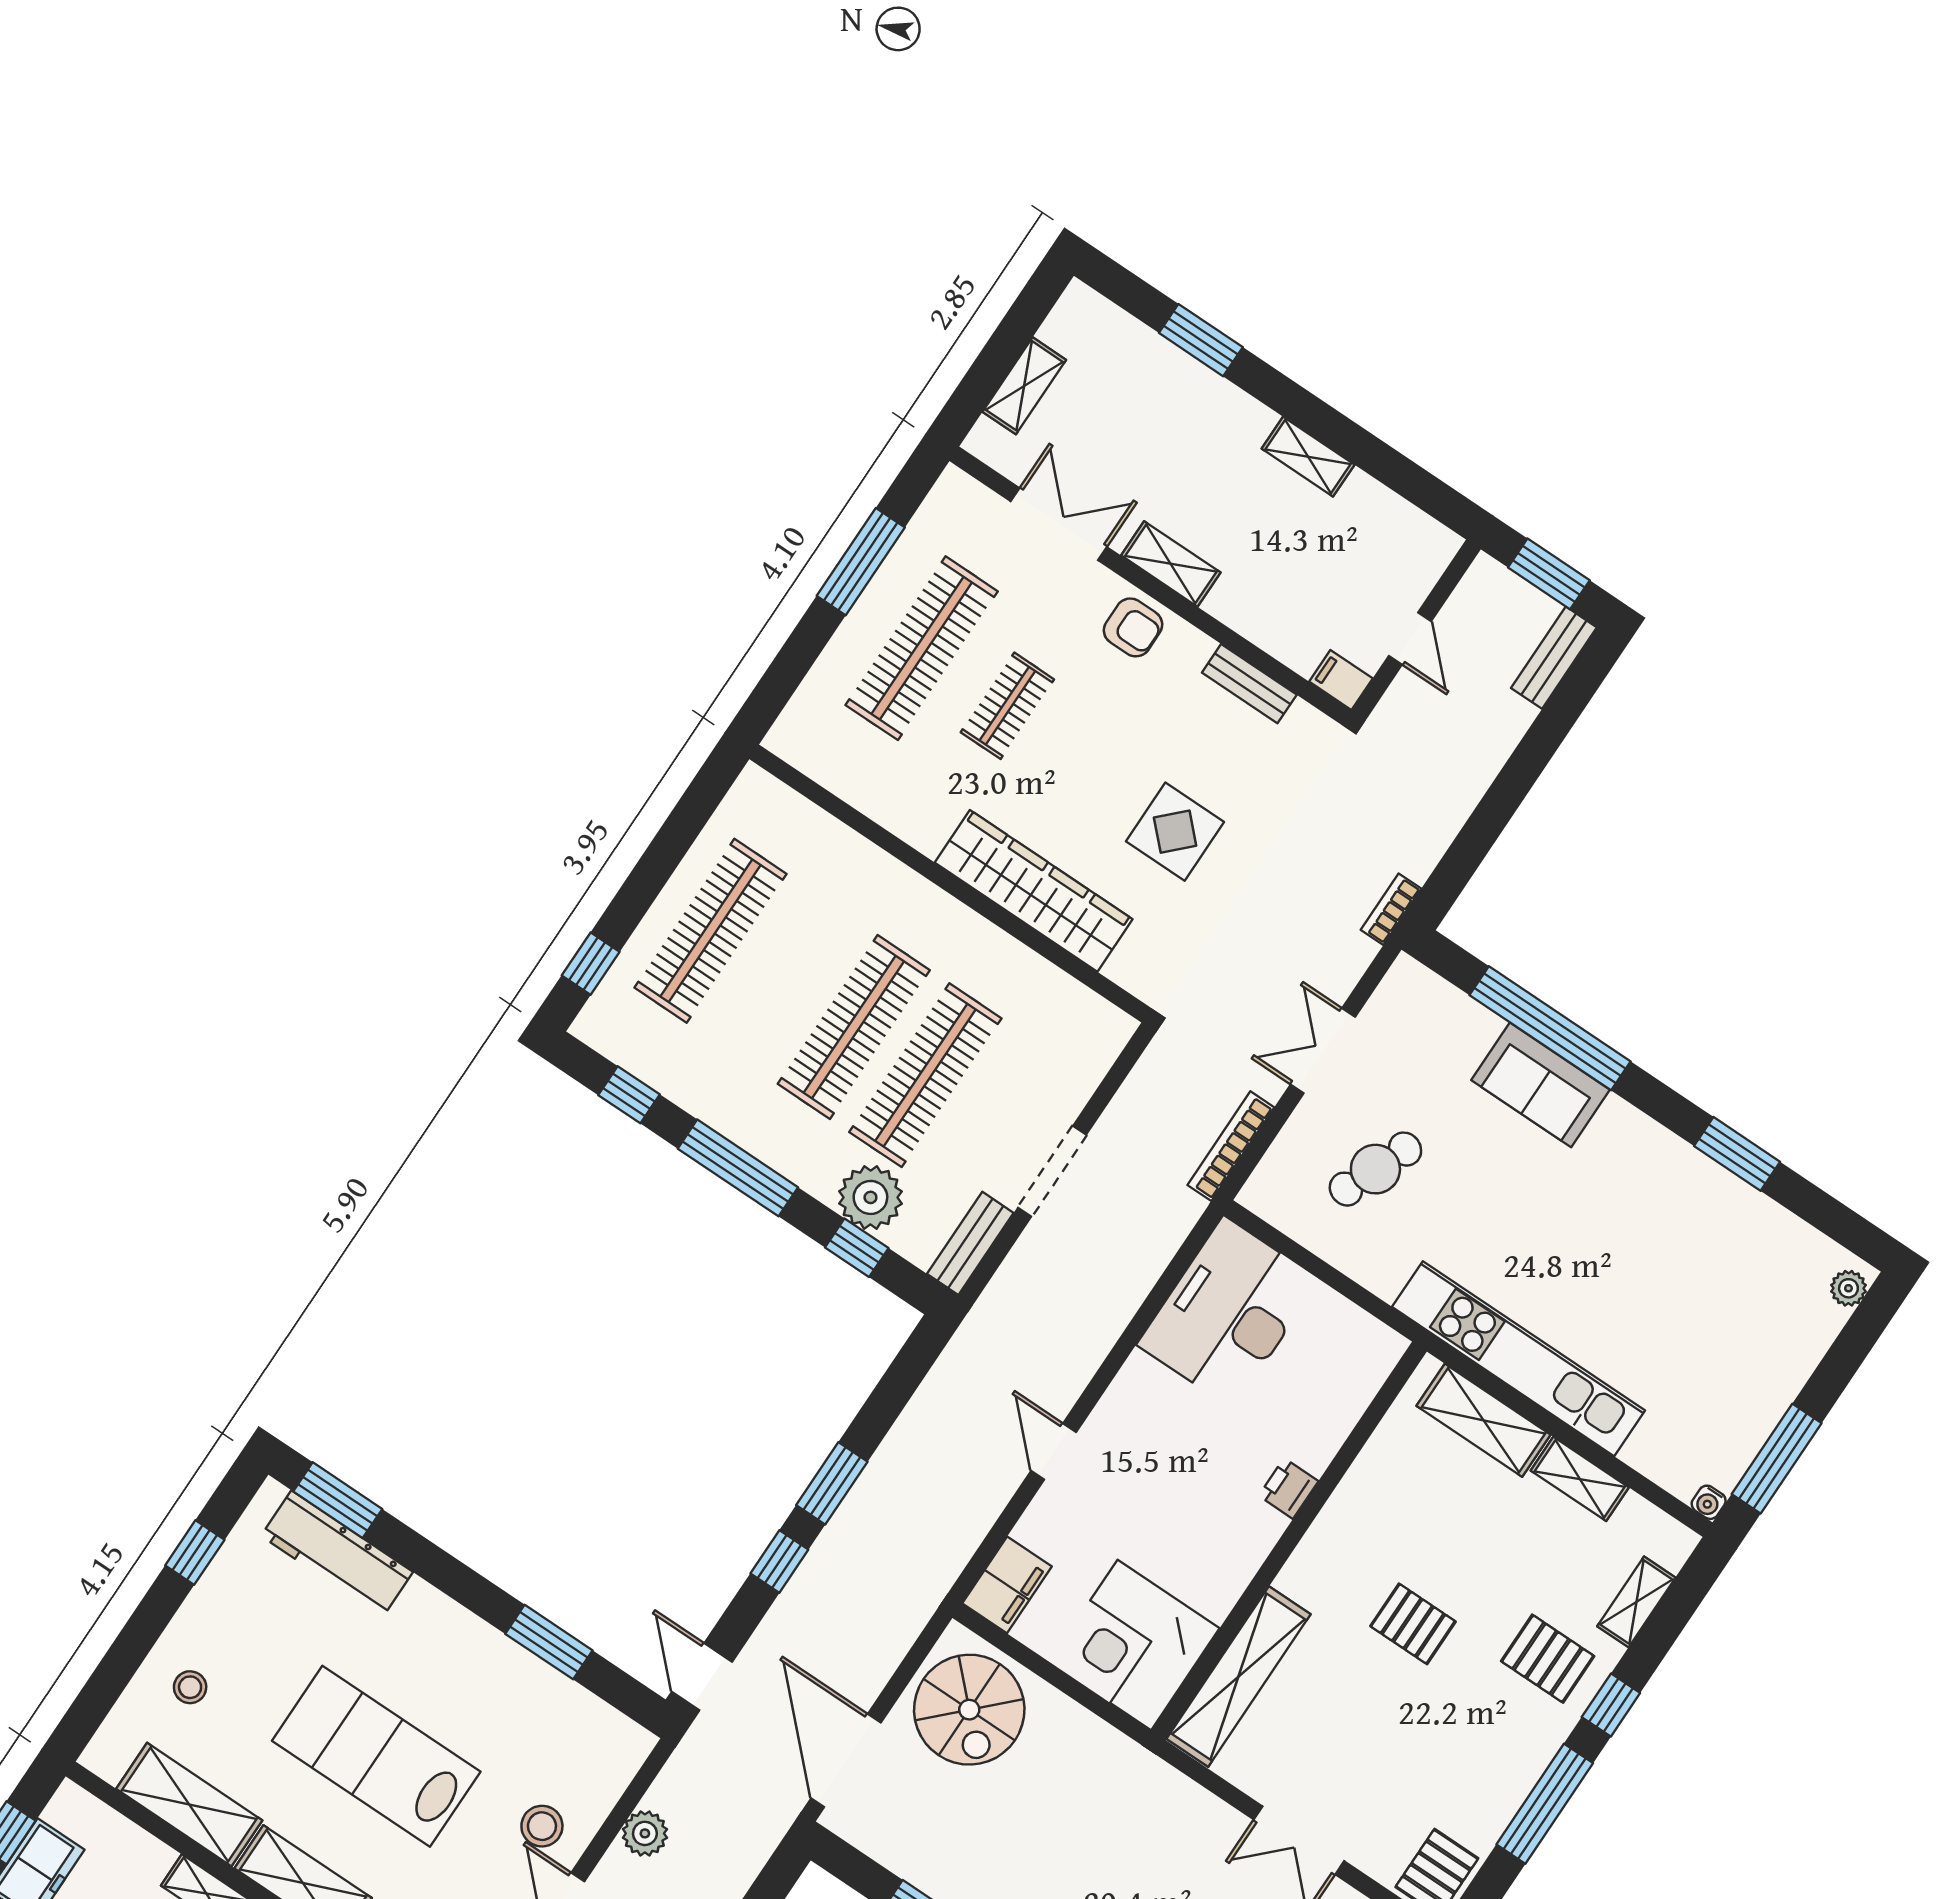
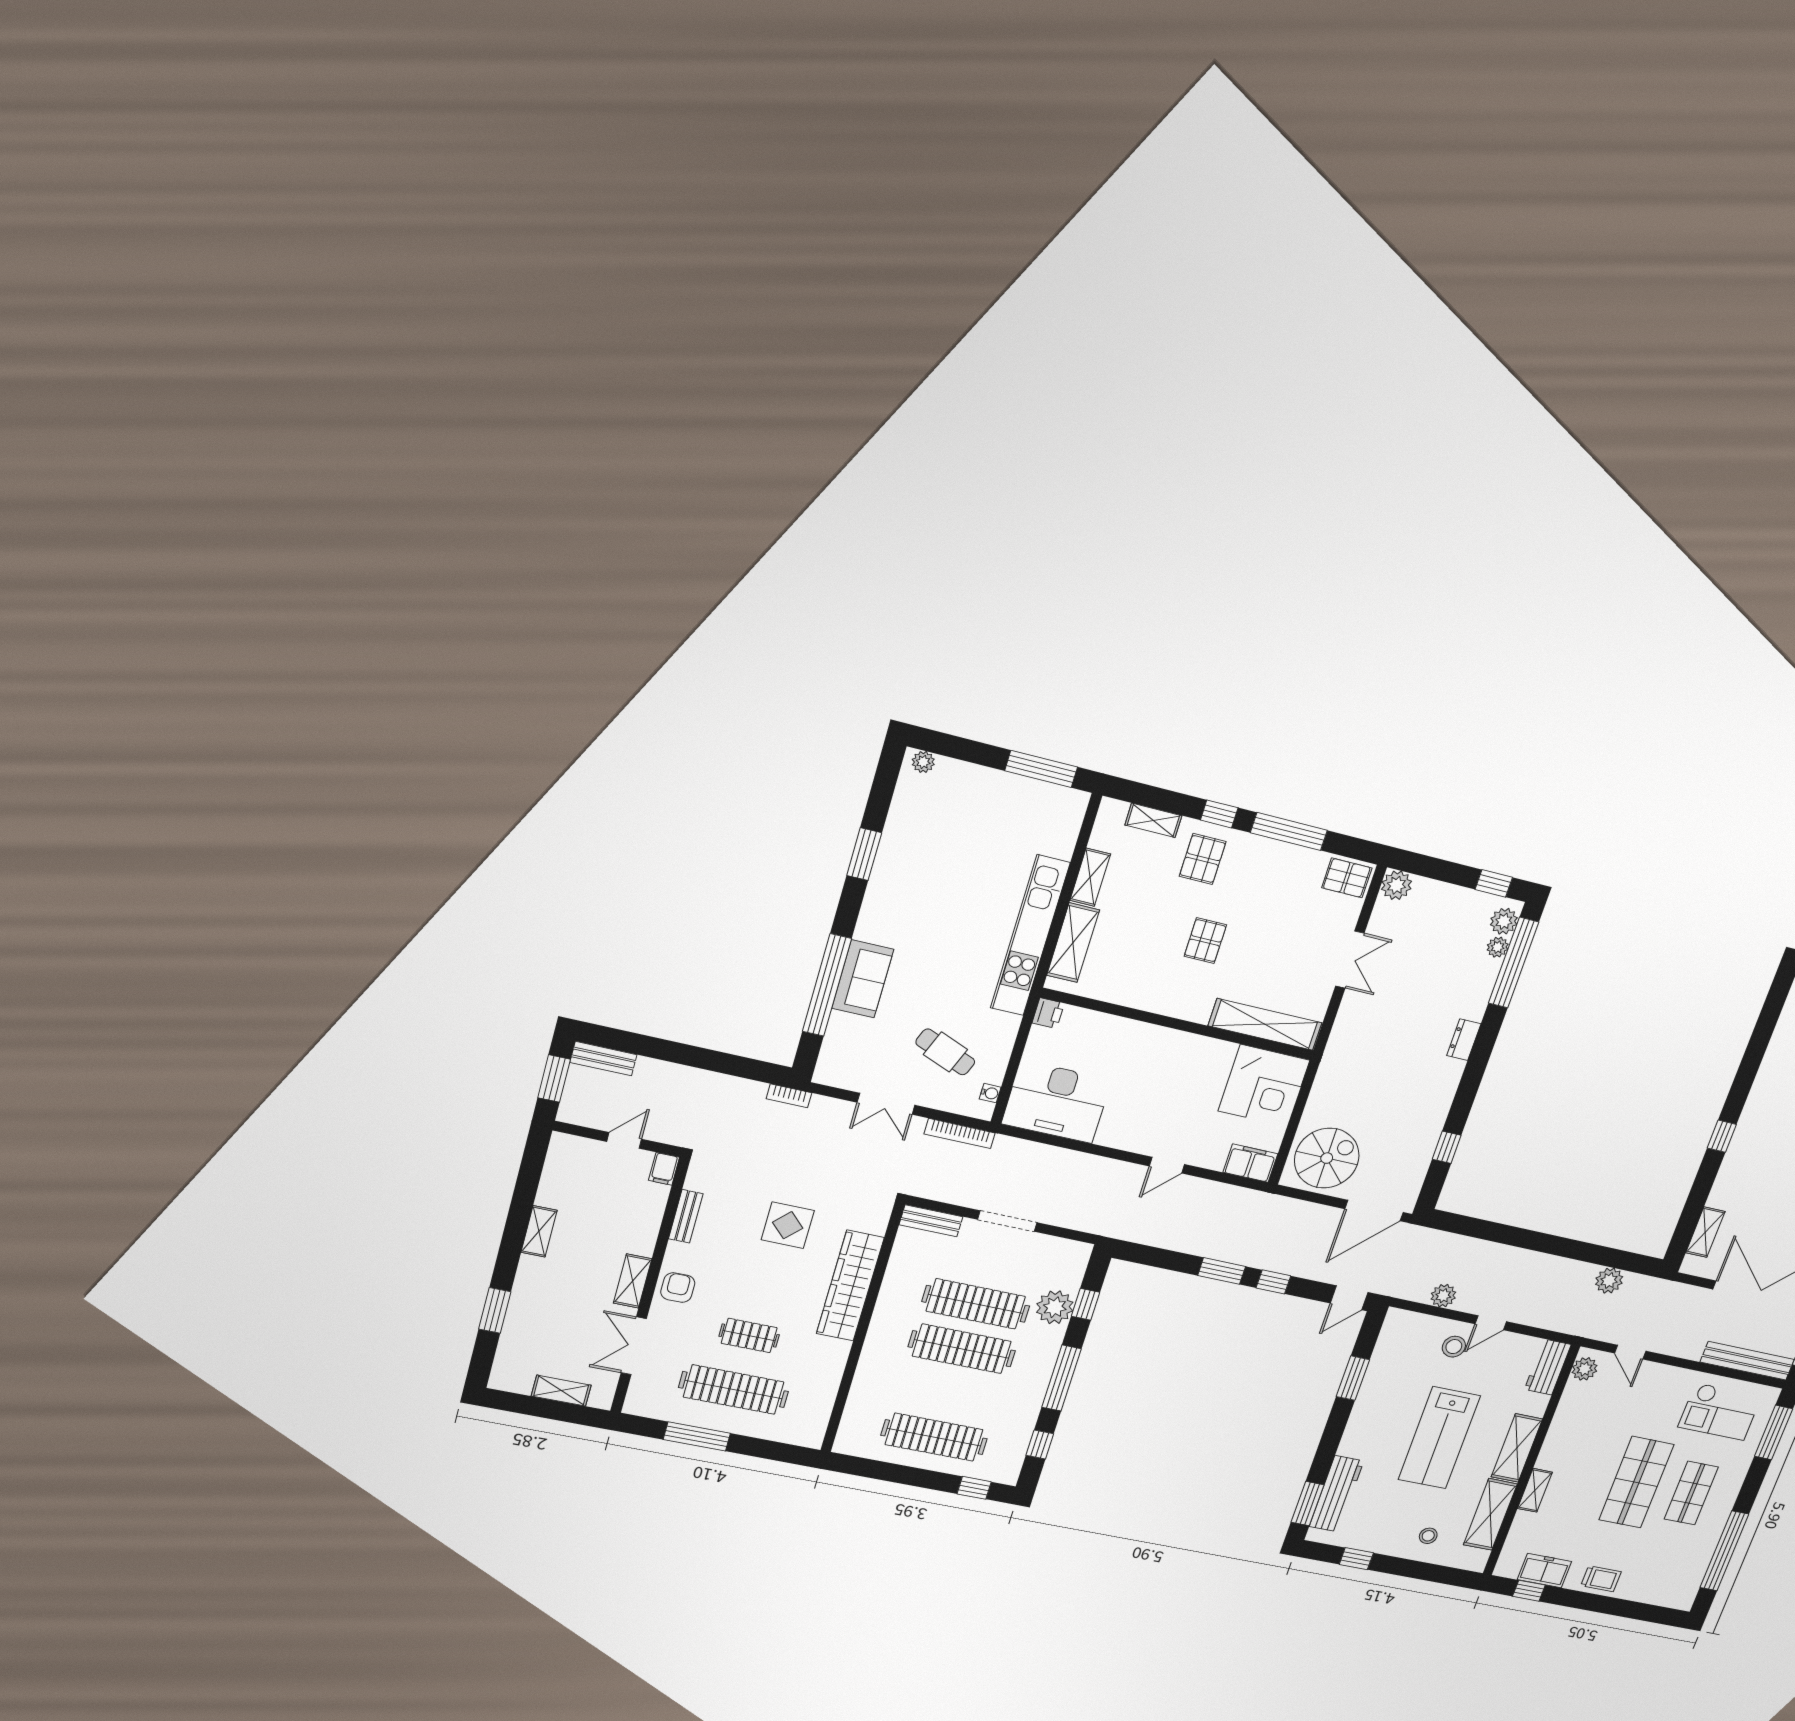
bench: (970, 1243) -> (931, 1221), moved
printer: (1288, 1488) -> (1048, 1013), moved, turned -90
water cooler: (1709, 1502) -> (990, 1093), moved

